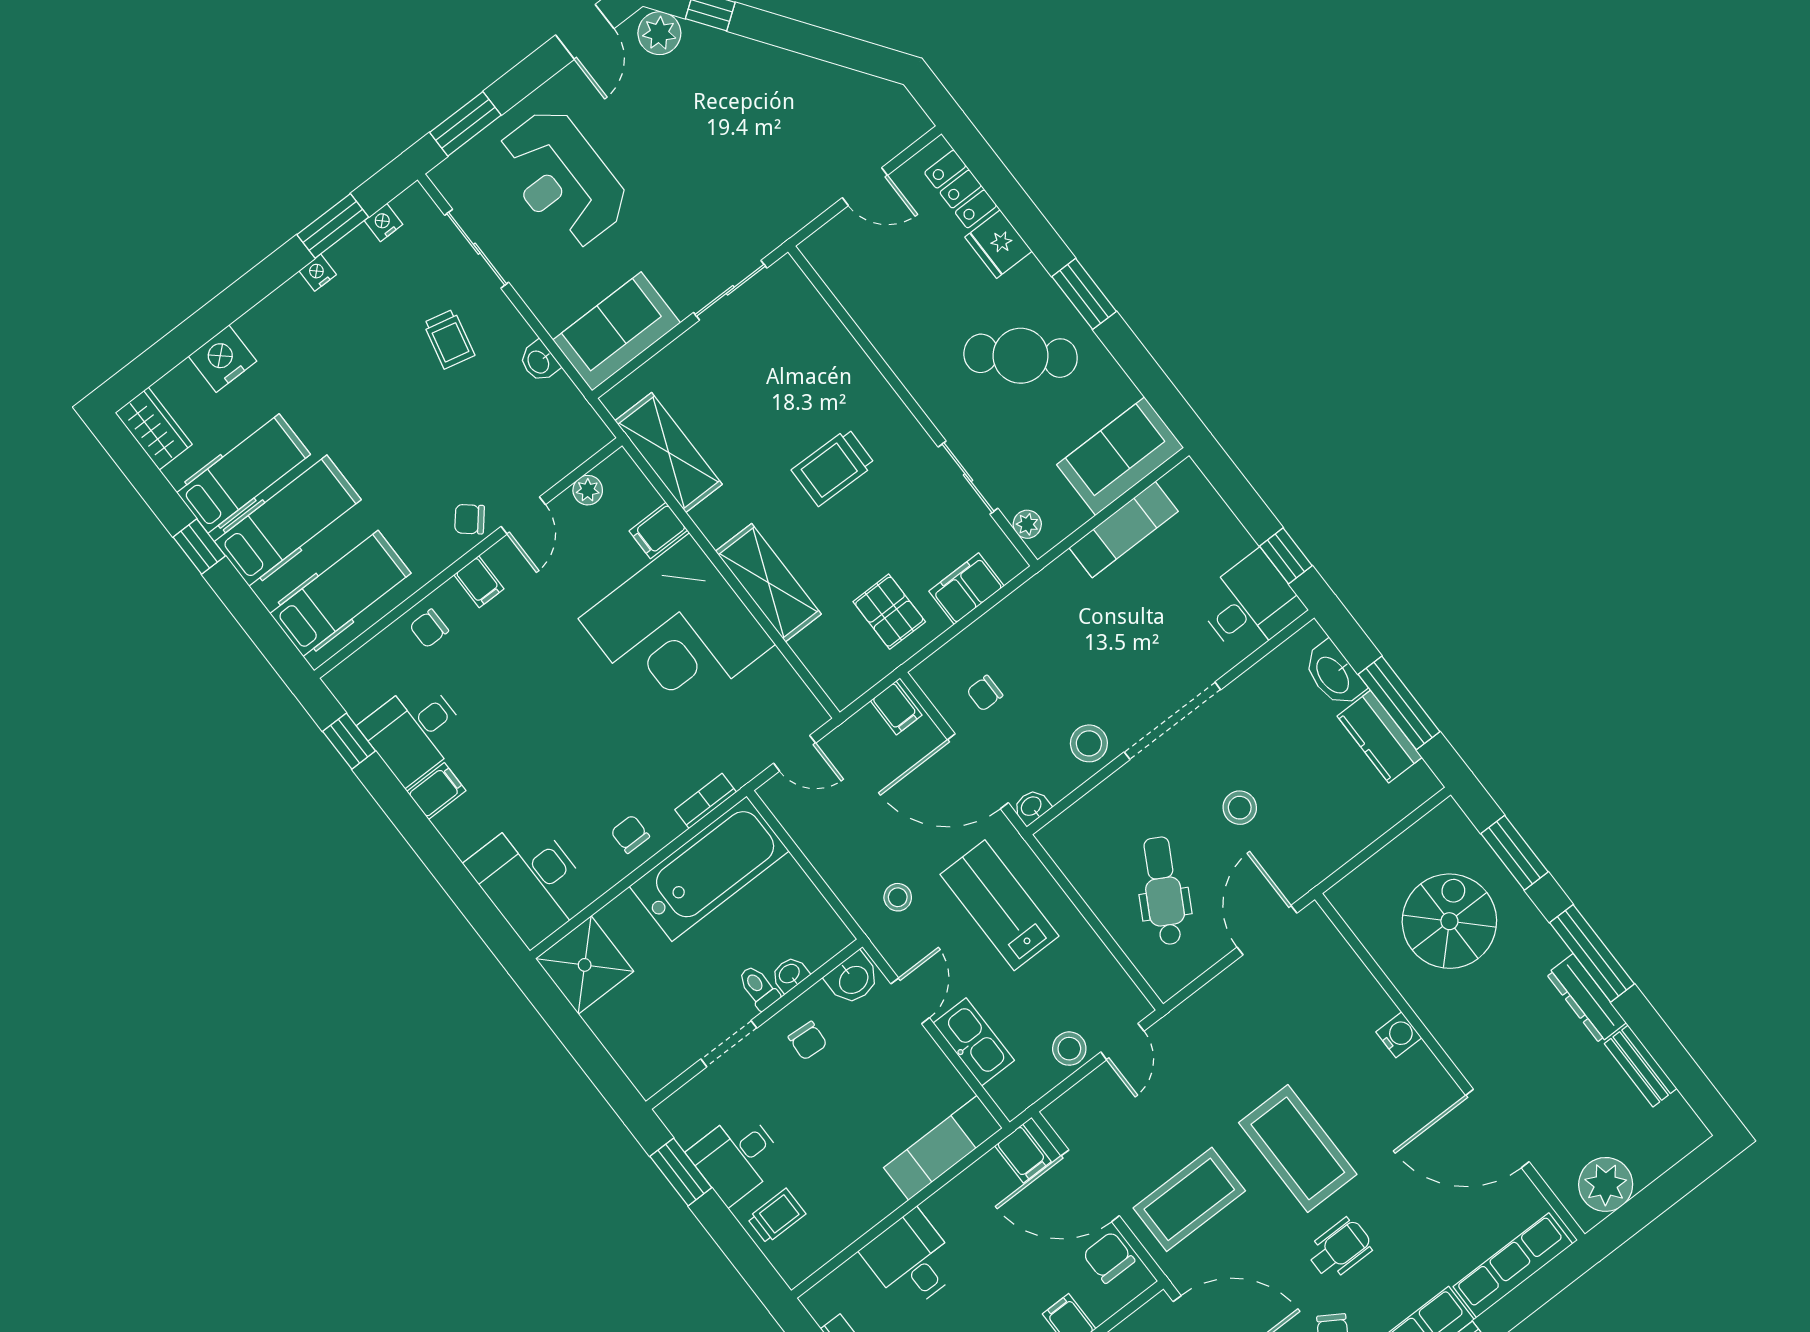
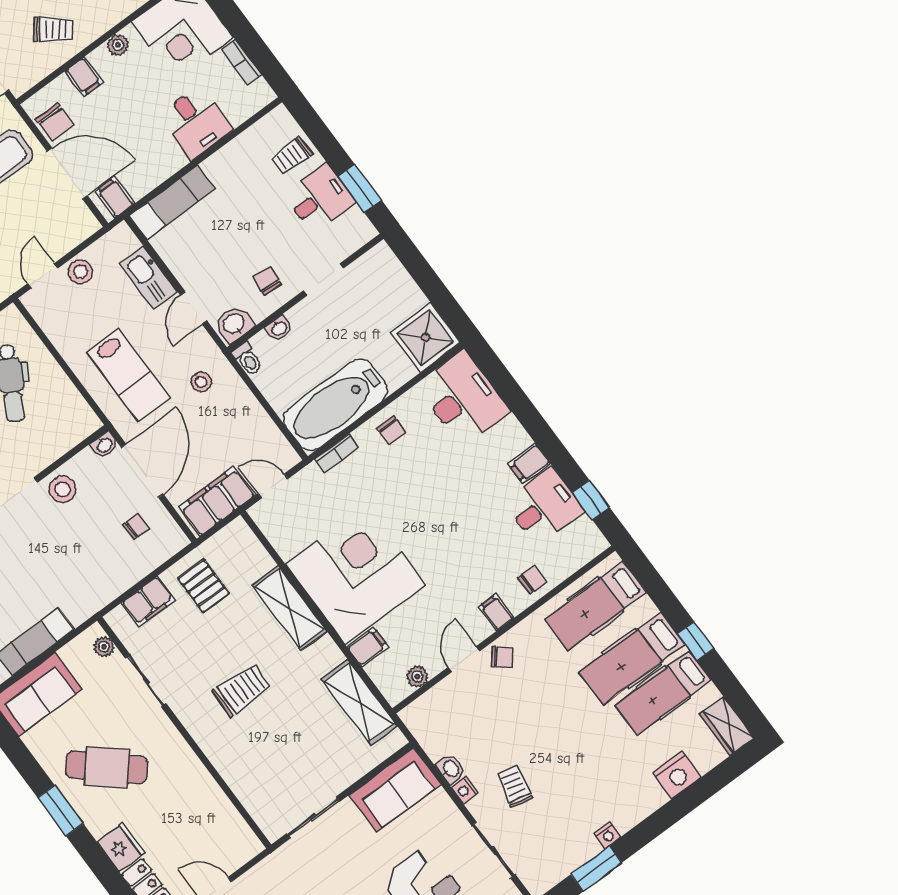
nightstand: (384, 223) -> (465, 790), moved, turned 90
filing cabinet: (896, 708) -> (217, 501), width x3.00, depth x1.17
door: (978, 771) -> (142, 471), hinge flipped
toilet: (759, 988) -> (248, 359), moved

